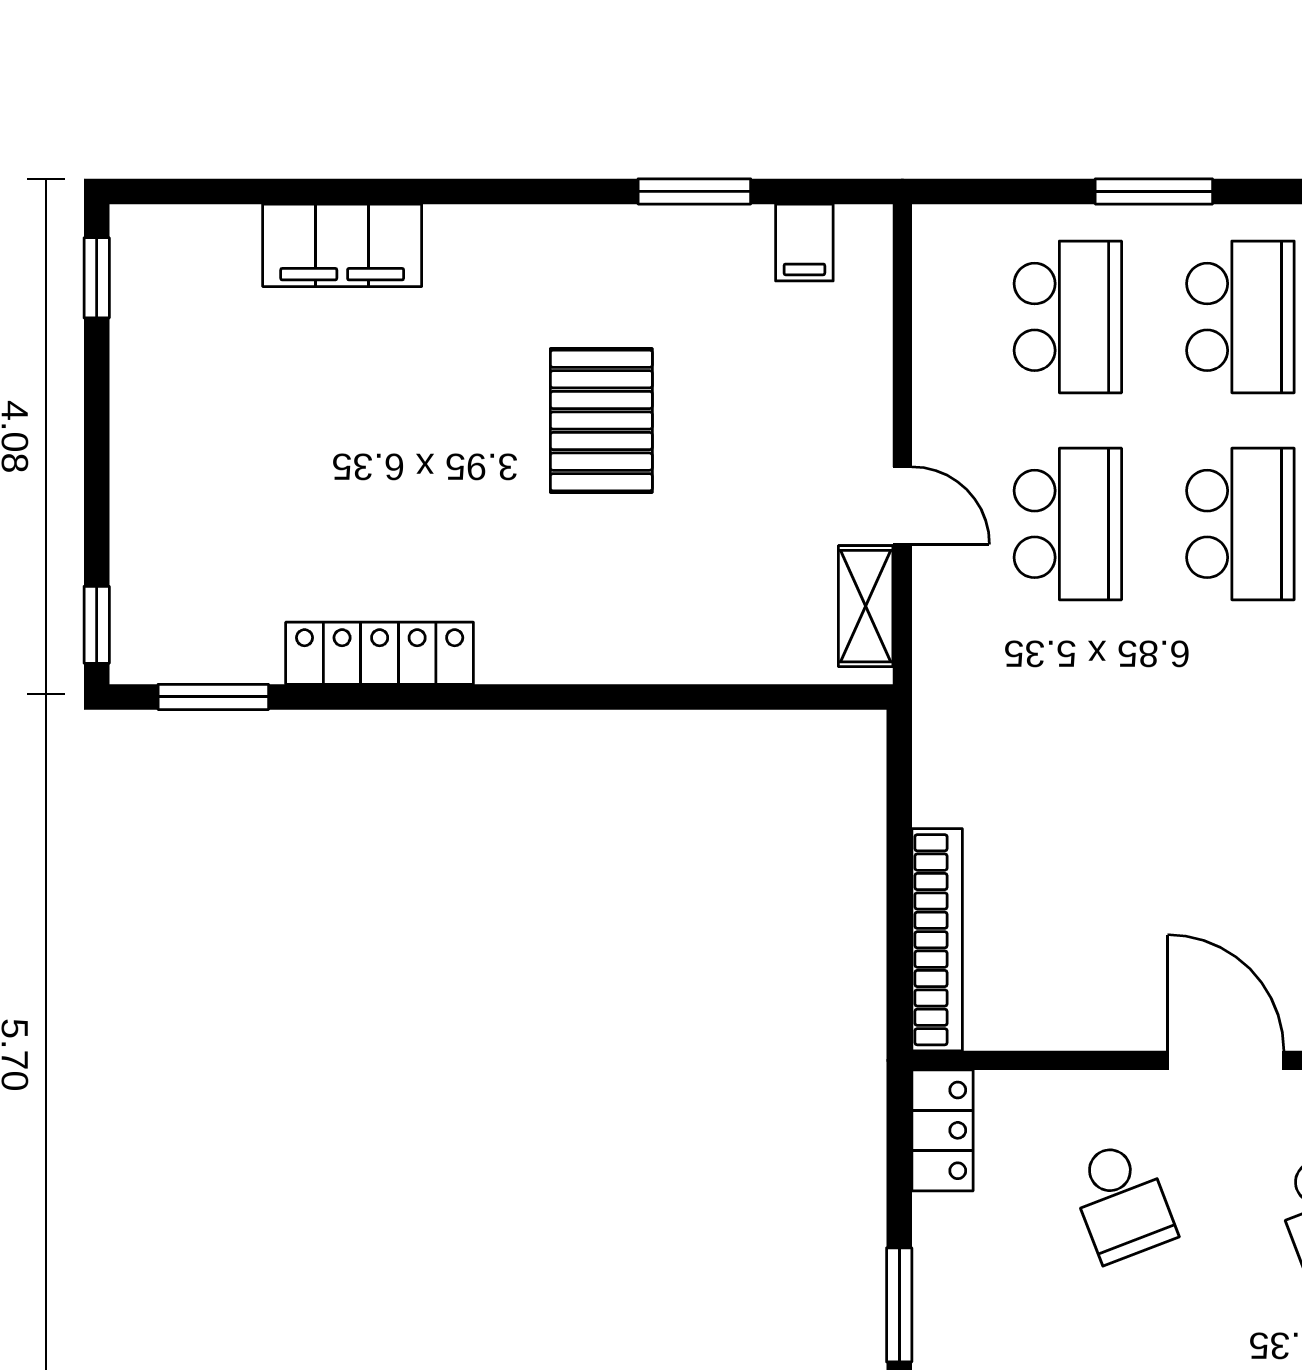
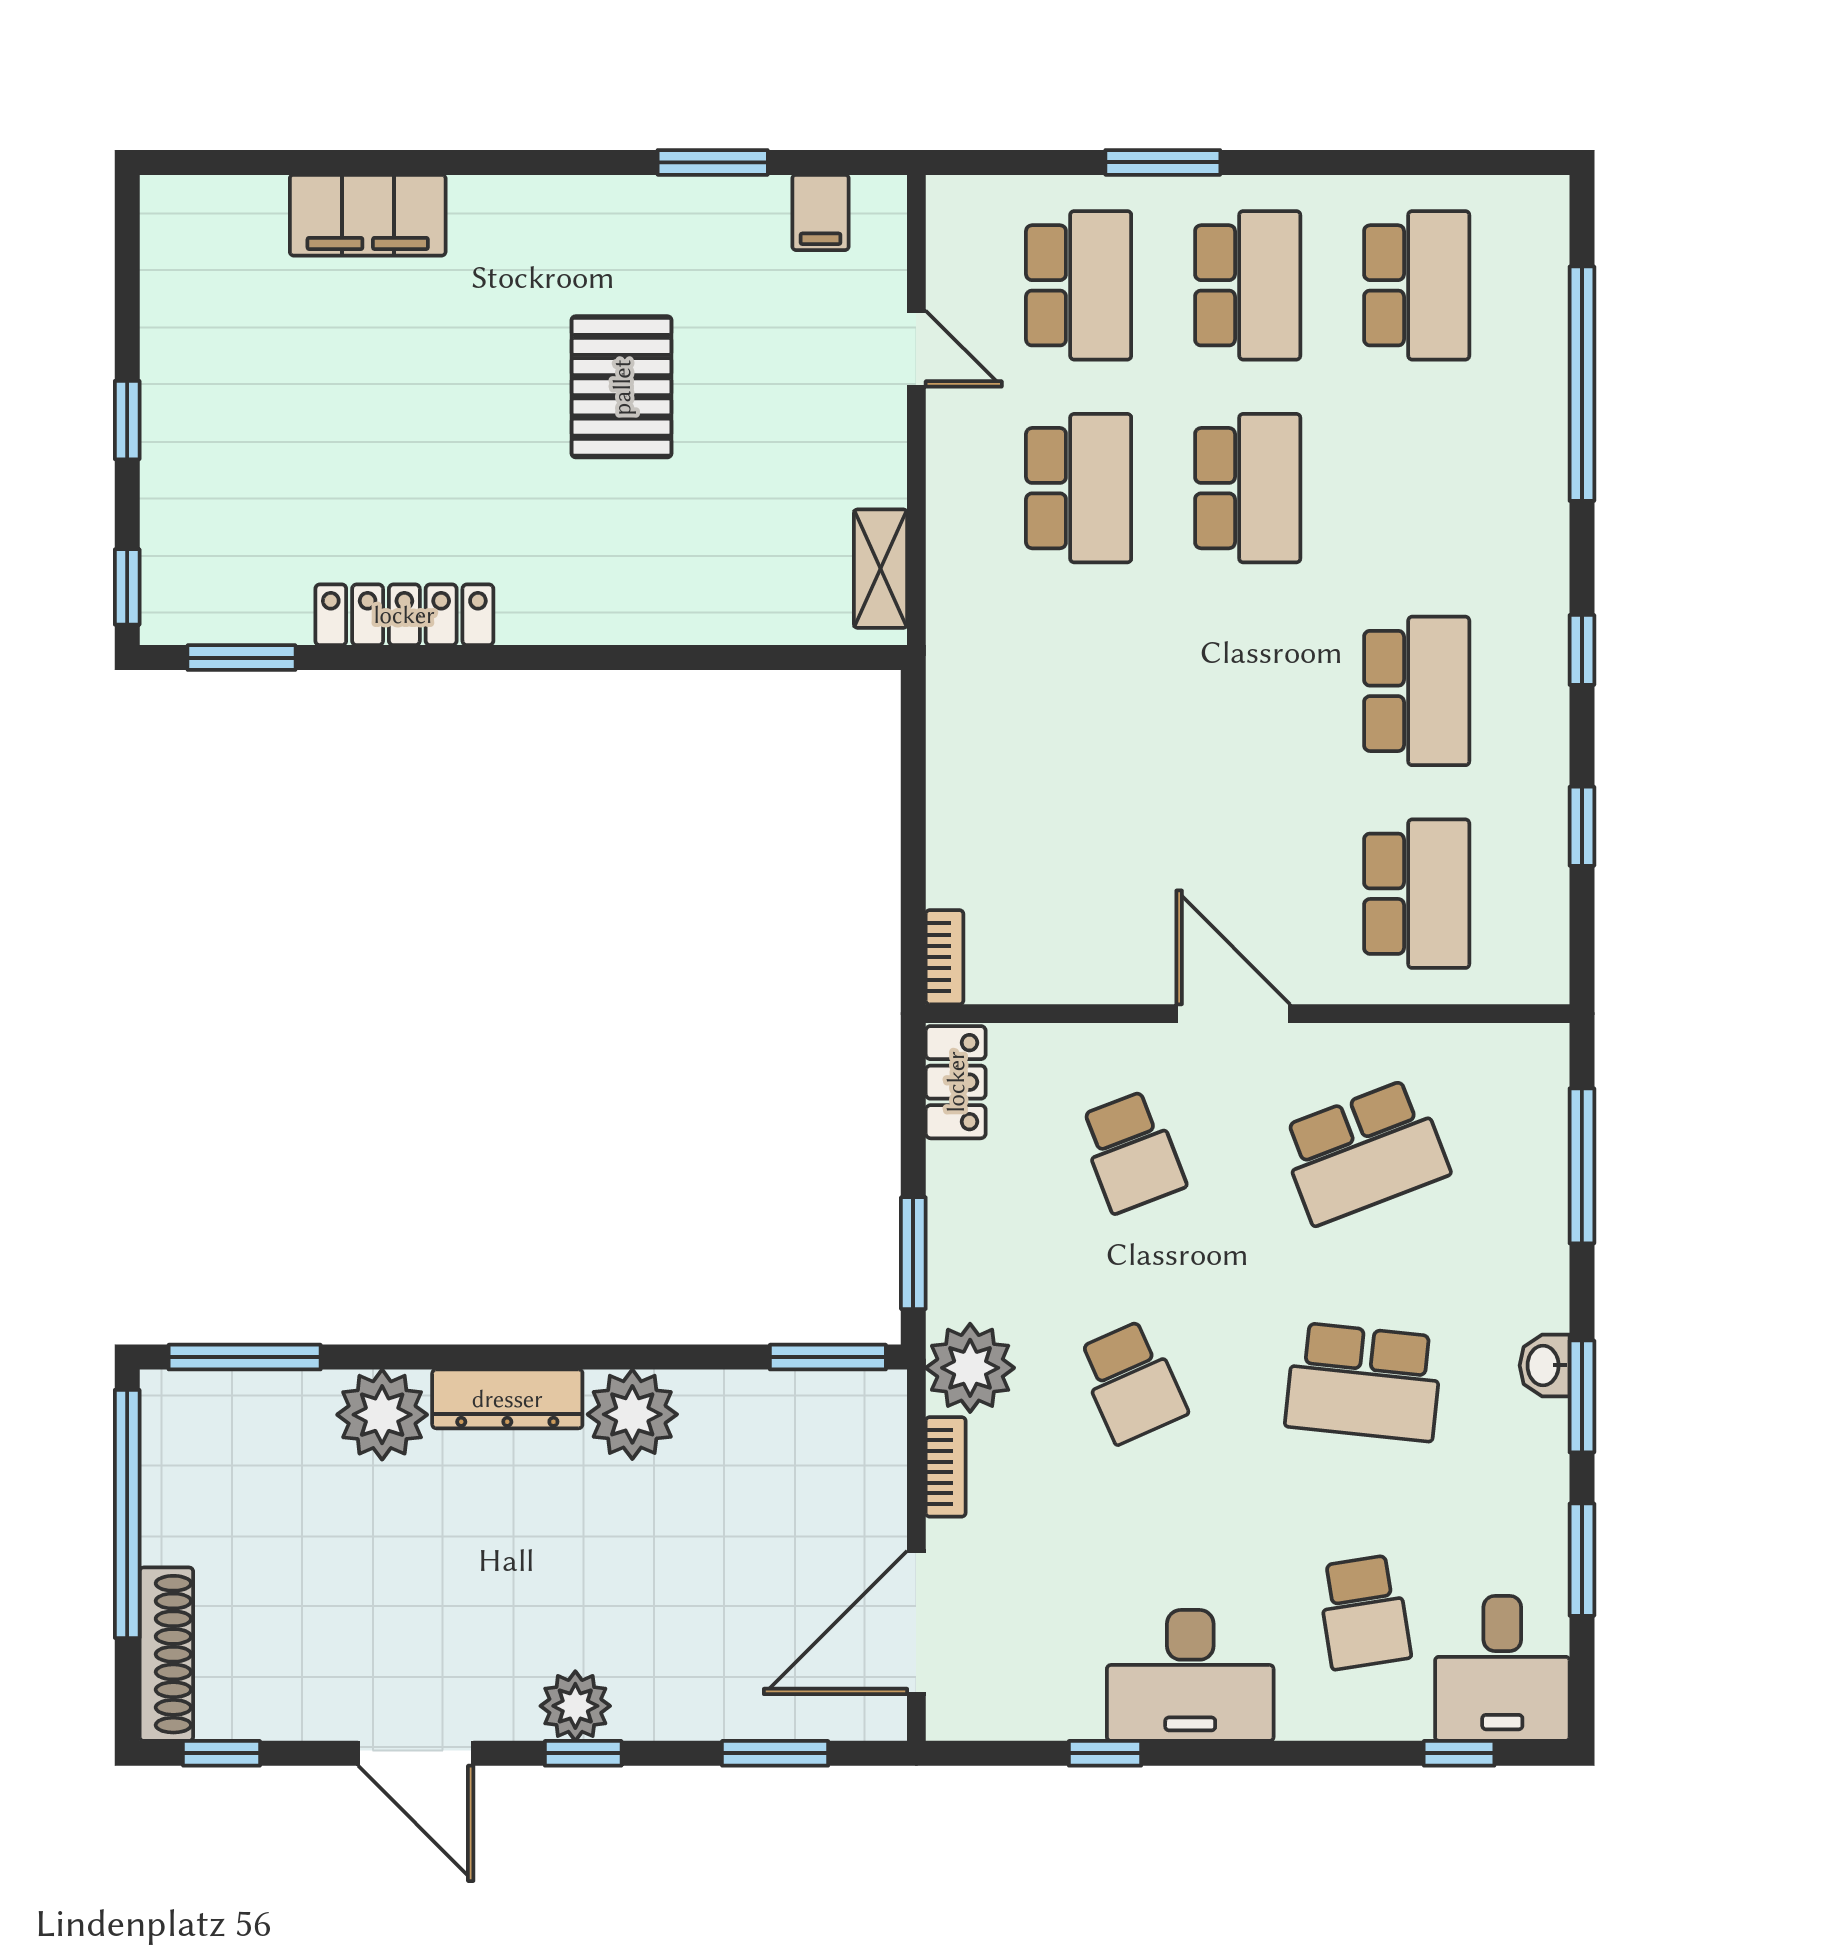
window: (97, 278) -> (127, 420), moved
door: (902, 506) -> (916, 349), moved
bookcase: (937, 940) -> (945, 957), width x0.43, depth x0.76

